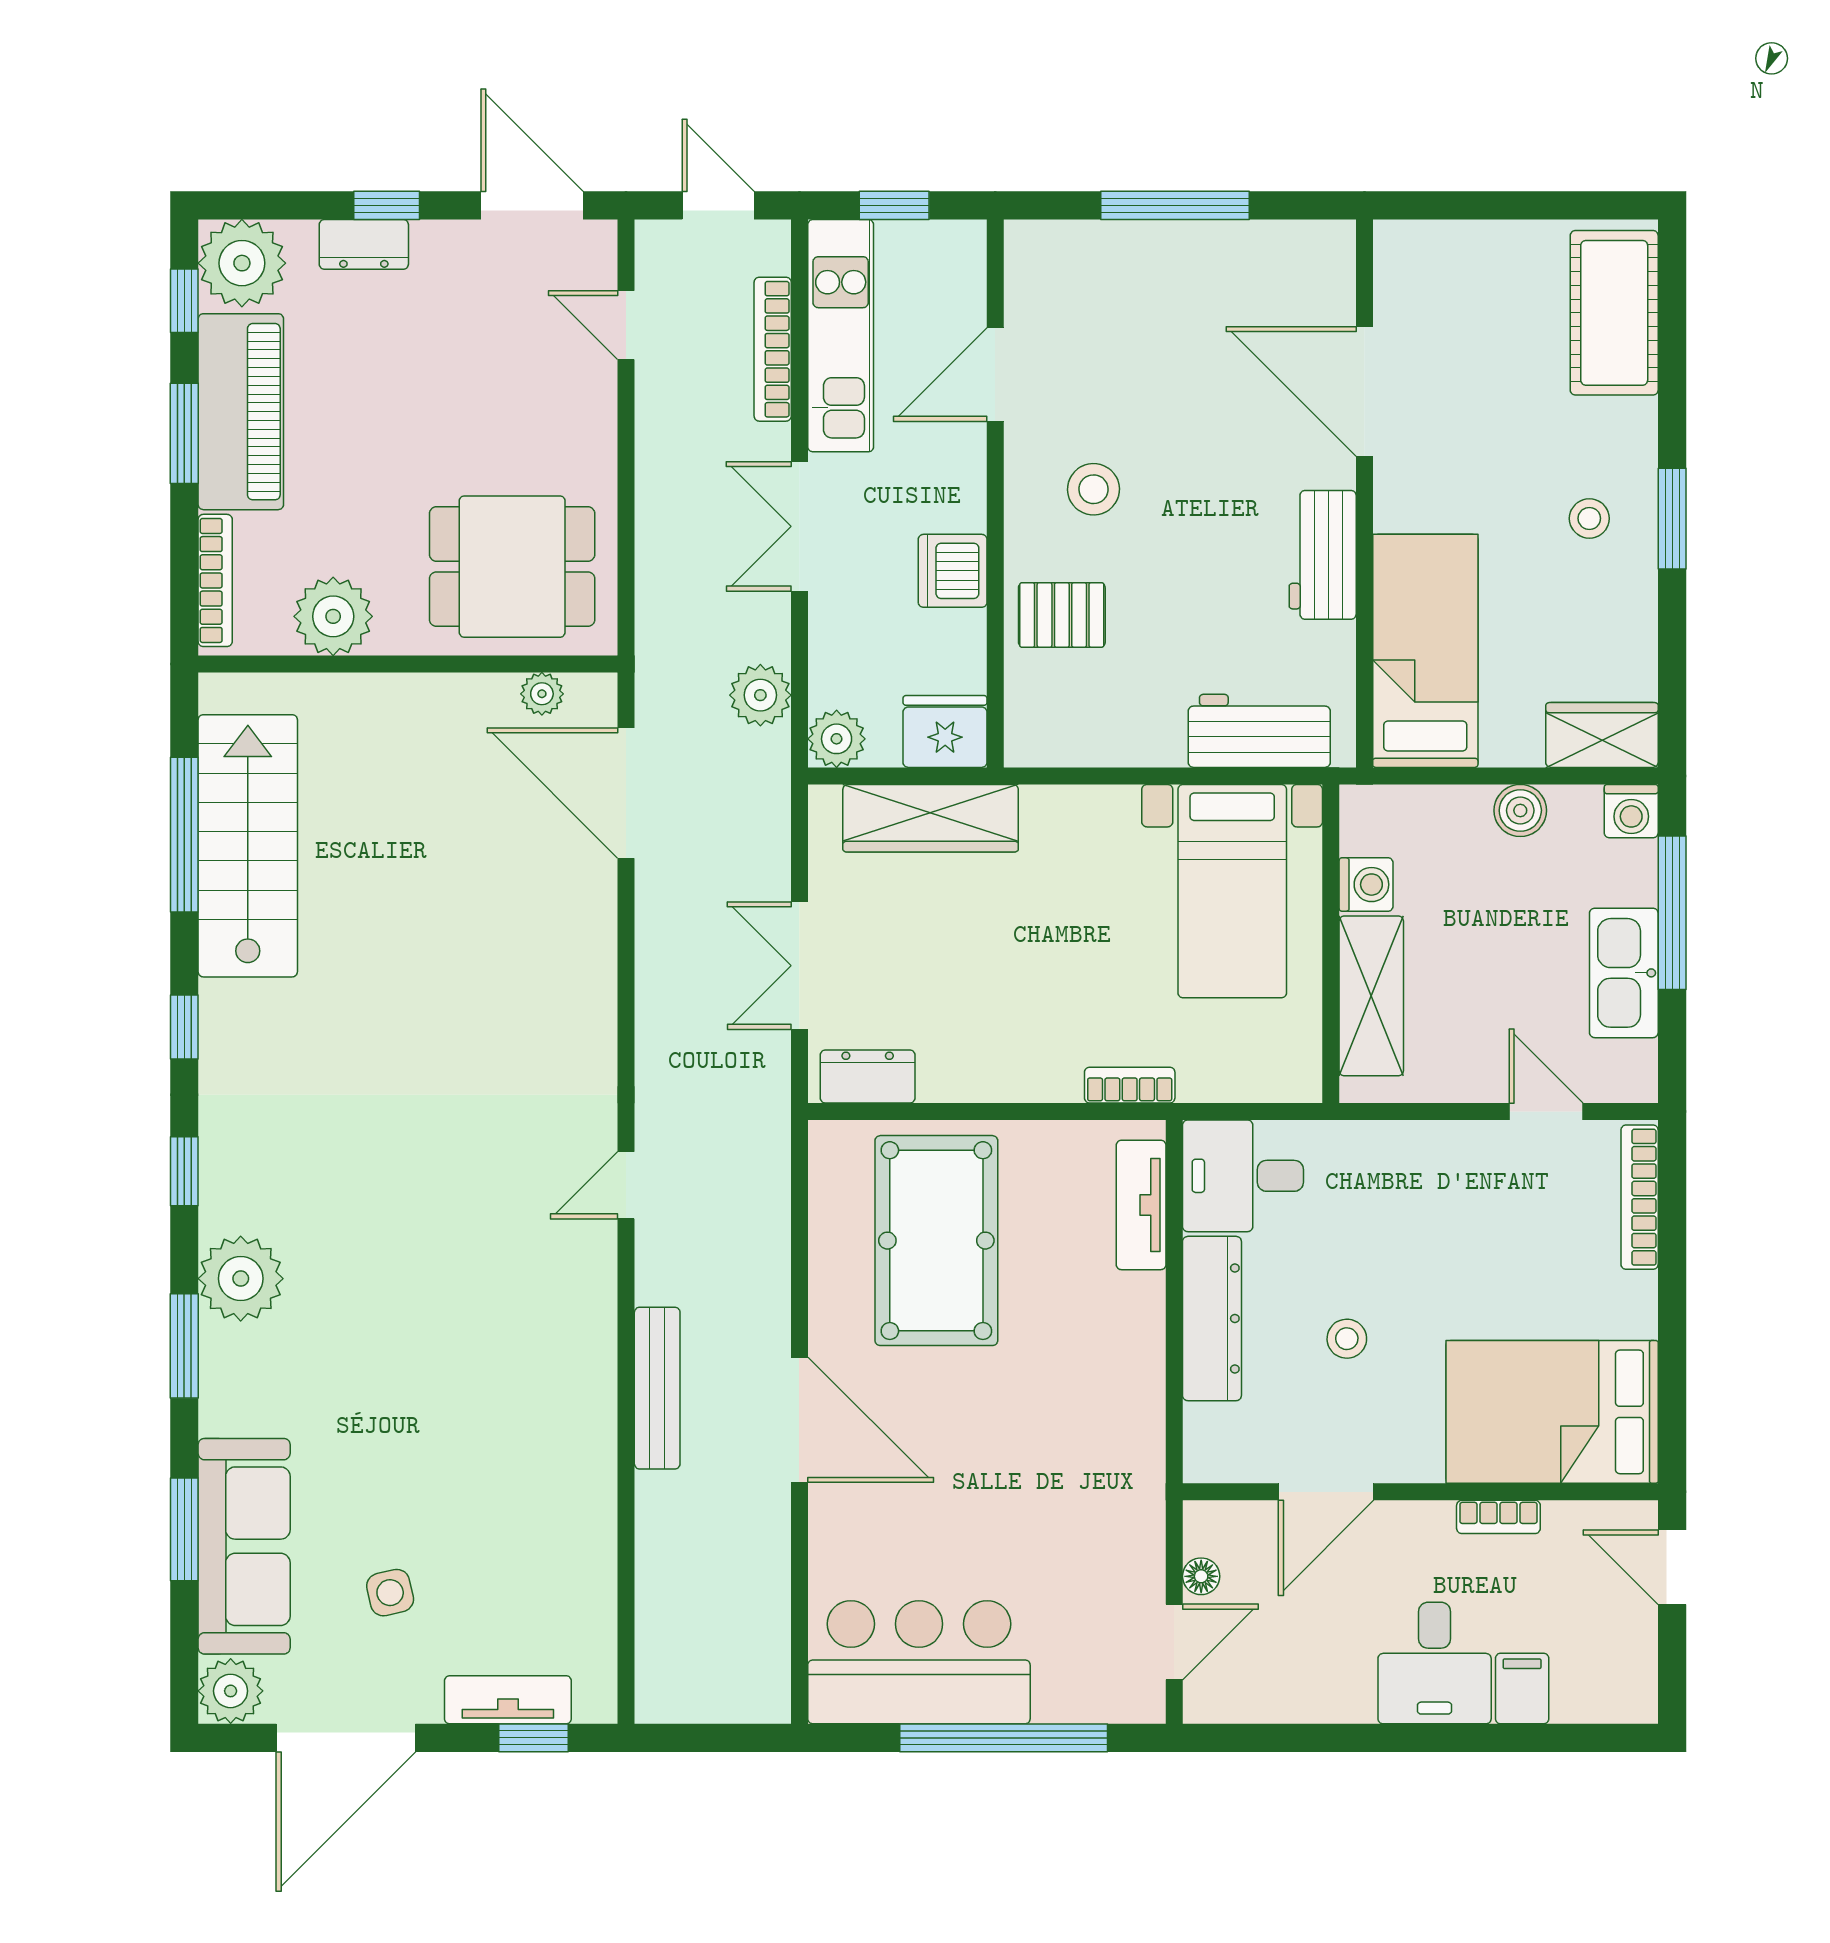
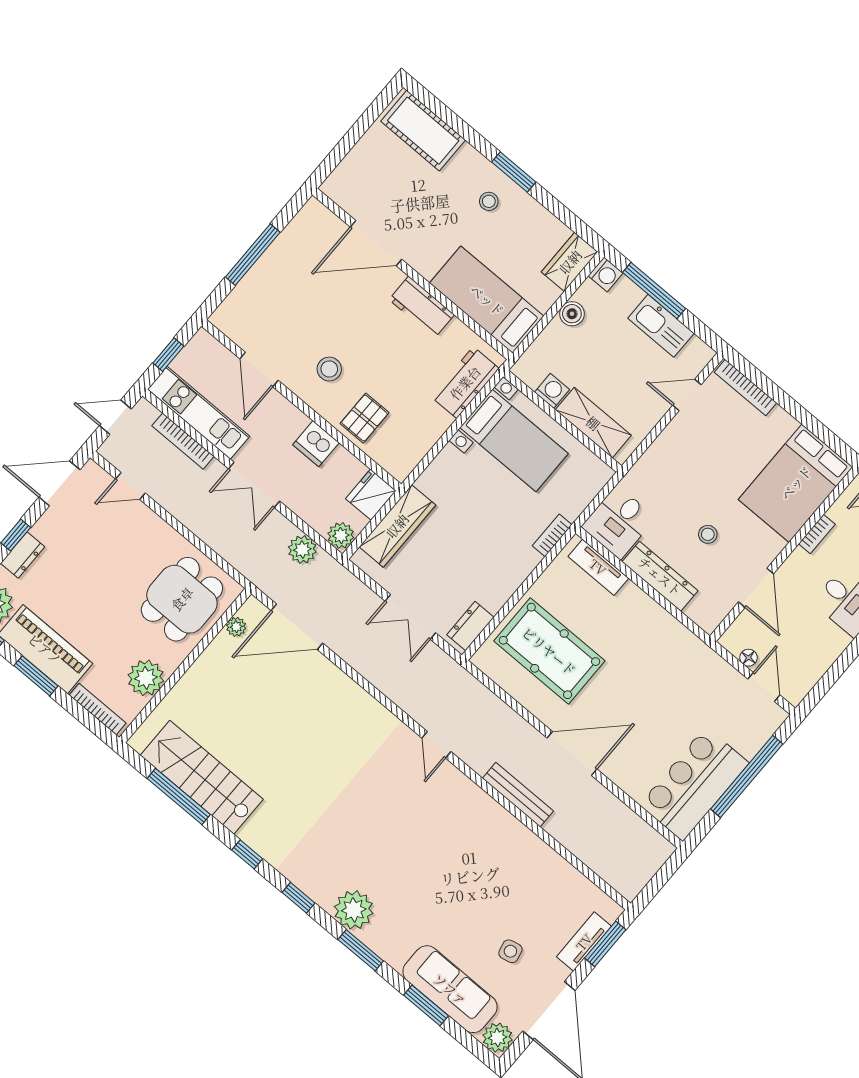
window: (533, 1738) -> (605, 944), width x1.50

